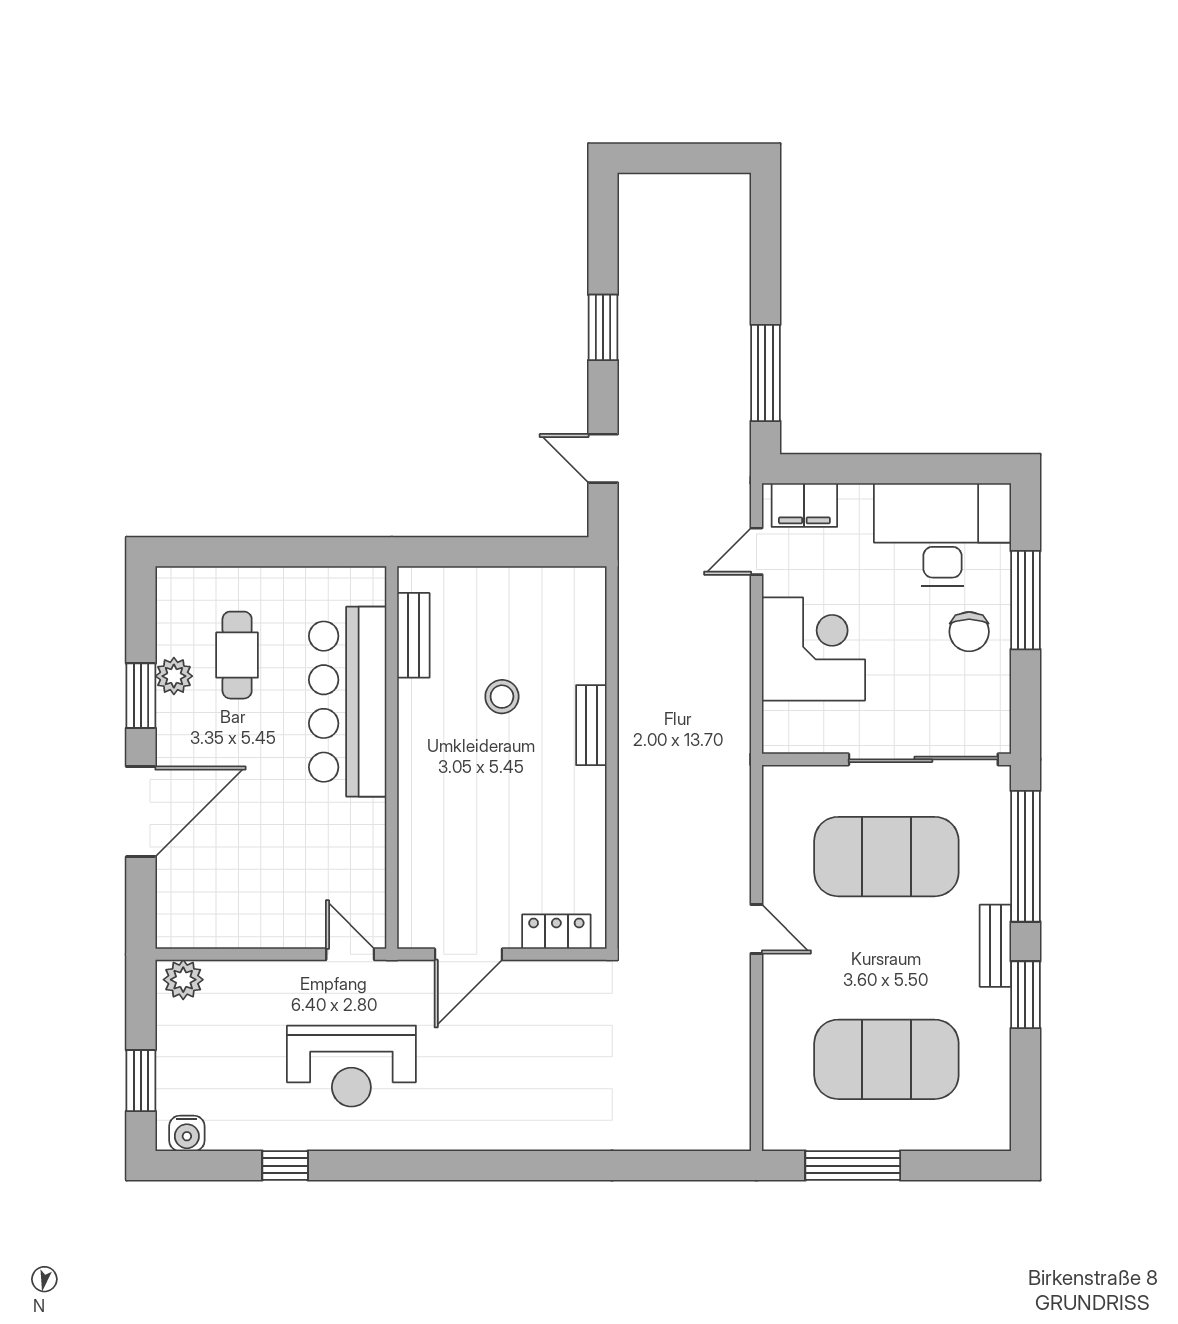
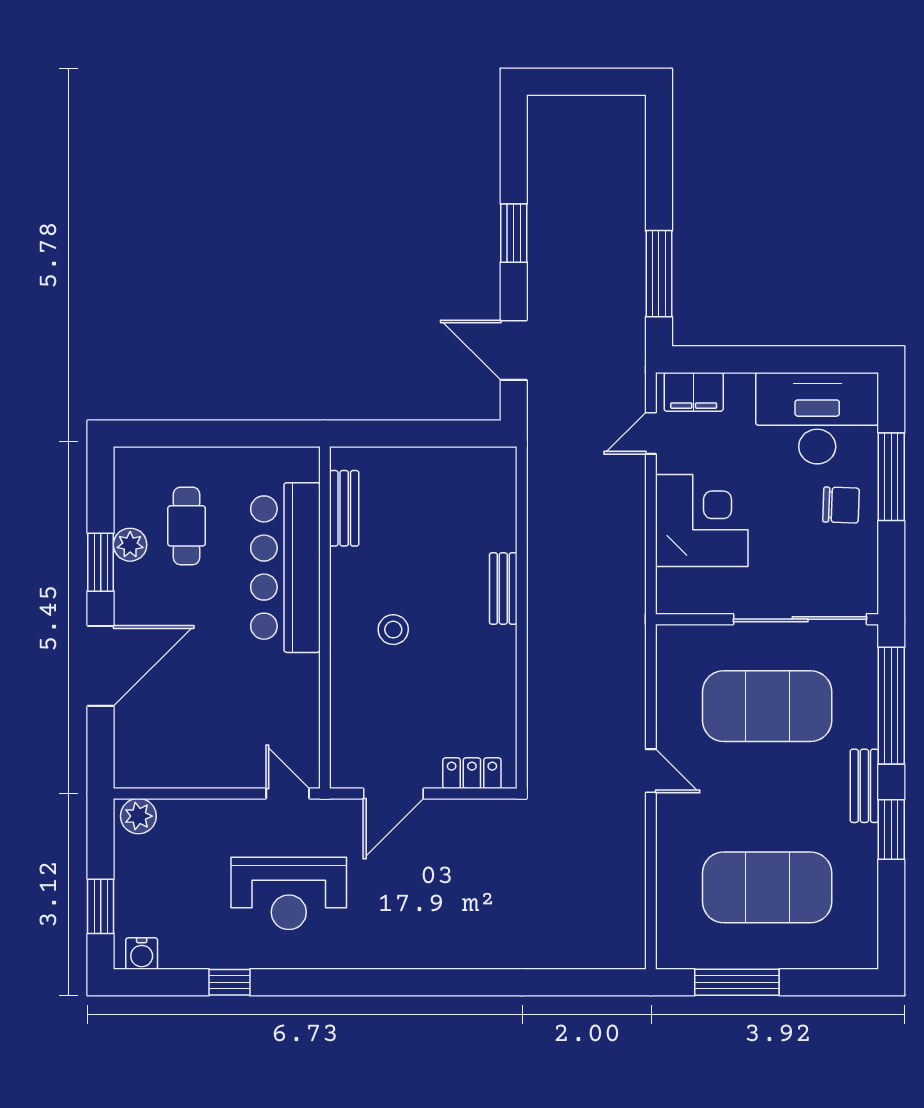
door: (603, 458) -> (514, 350), width x1.38
chair: (969, 632) -> (841, 505), turned -88
stool: (502, 697) -> (393, 630), moved

